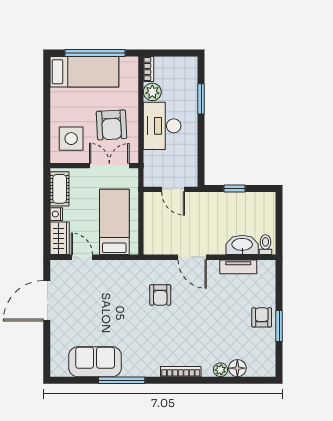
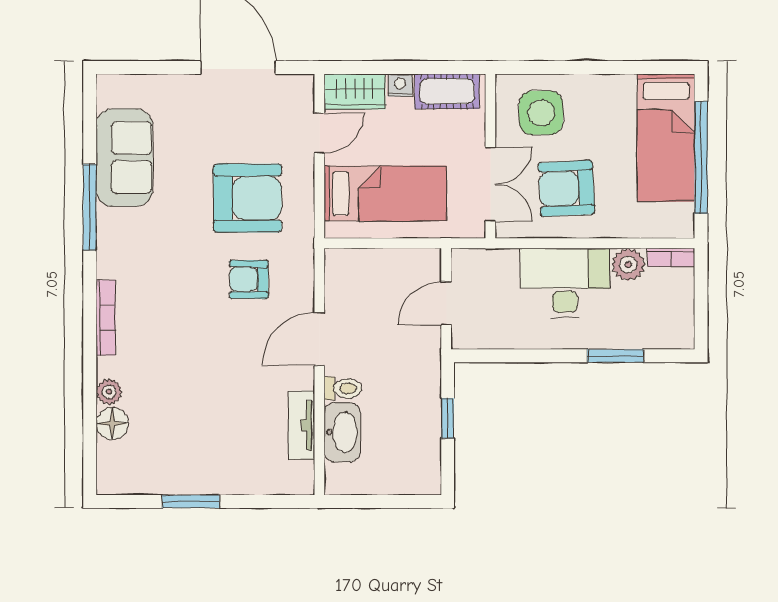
toilet: (266, 245) -> (343, 388), moved
armchair: (262, 317) -> (248, 198), moved, width x1.88, depth x1.88

